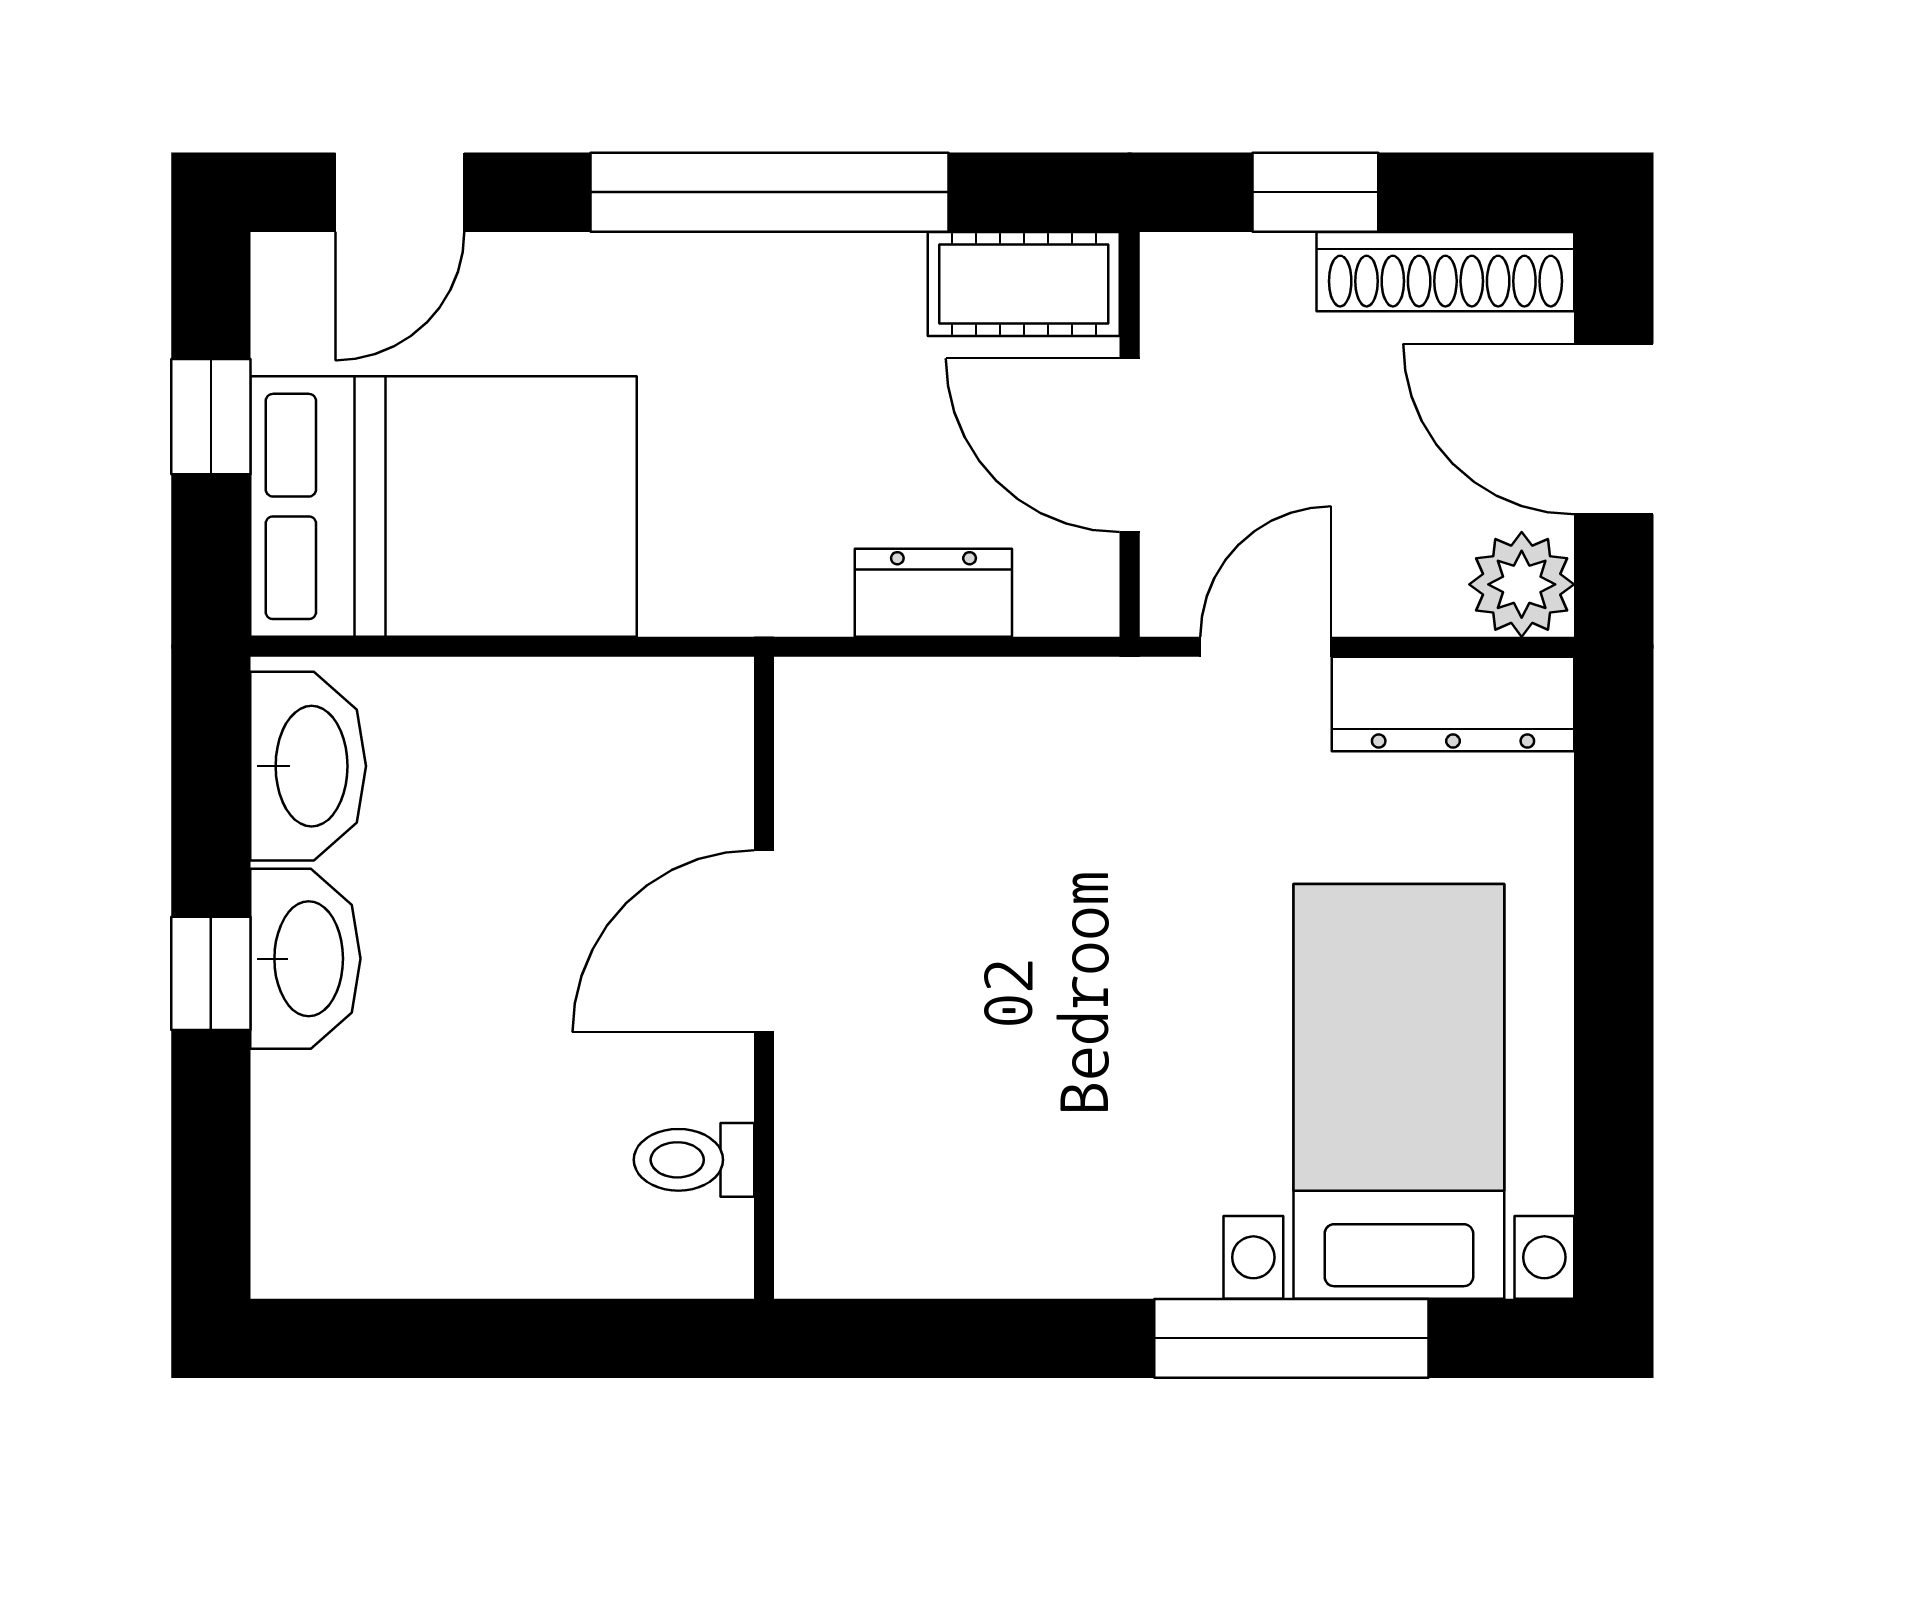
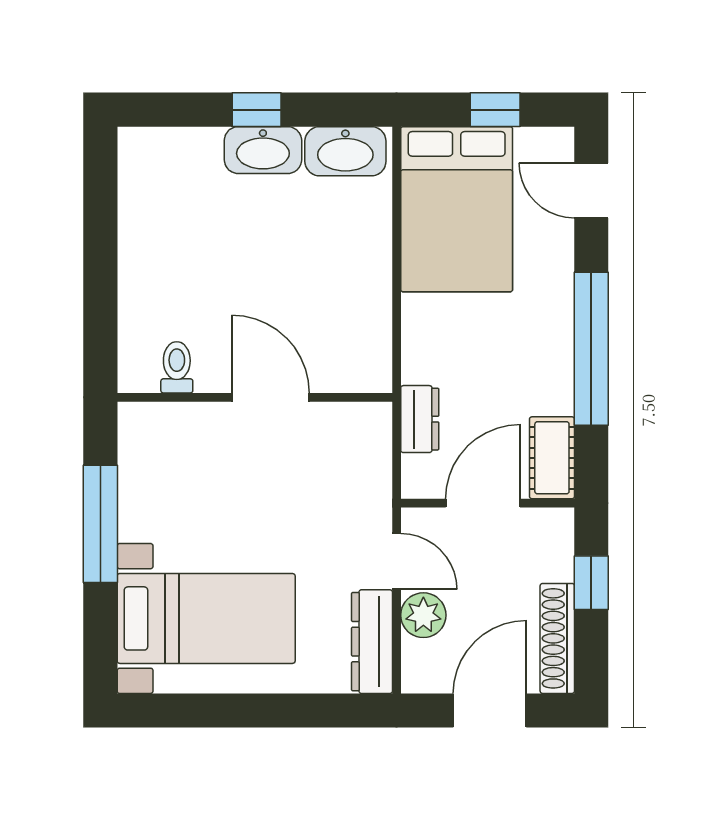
plant: (1522, 584) -> (423, 615), moved
door: (764, 941) -> (270, 397), moved
wall: (764, 978) -> (255, 397), moved
toilet: (694, 1160) -> (177, 367), moved
window: (1291, 1338) -> (100, 524), moved

